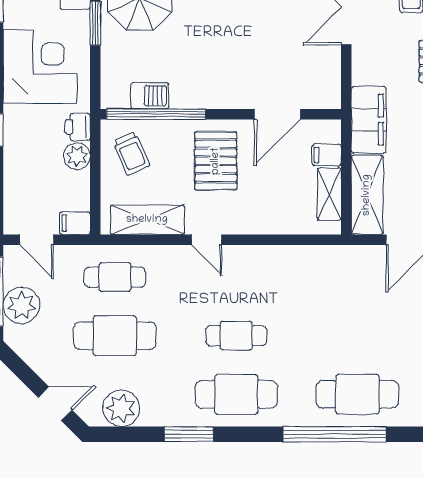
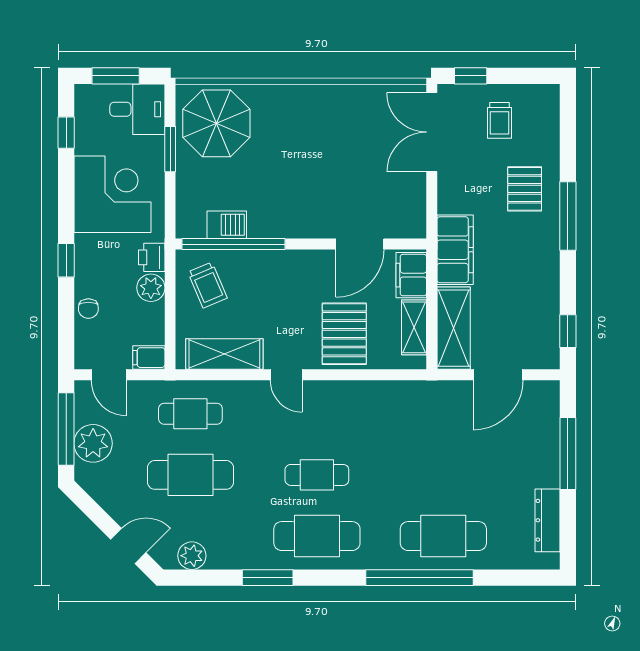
filing cabinet: (327, 155) -> (411, 275), width x2.00
pallet: (216, 161) -> (344, 334), moved
chair: (17, 176) -> (88, 309), added
plant: (121, 408) -> (192, 556), width x0.73, depth x0.73

